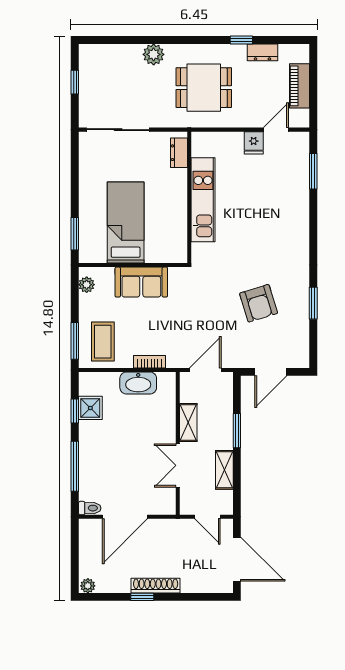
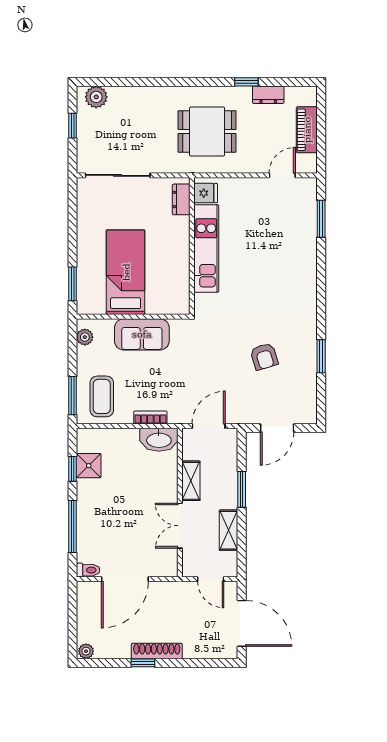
plant: (154, 54) -> (96, 97), moved
fridge: (254, 143) -> (206, 193), moved, turned -90
armchair: (259, 303) -> (264, 356), width x0.72, depth x0.72
washbasin: (138, 383) -> (159, 440), moved

